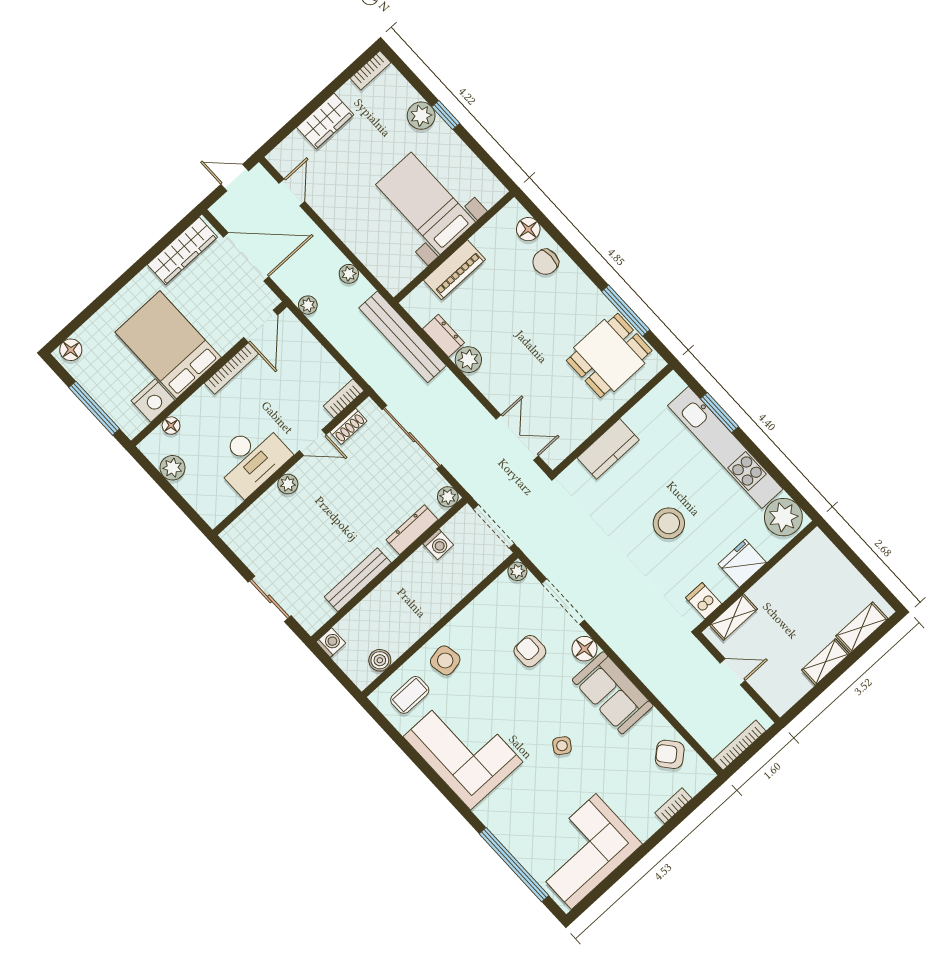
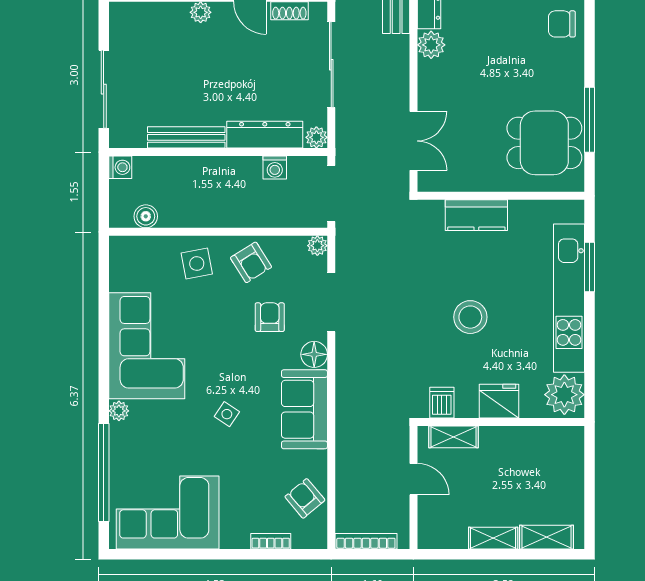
dresser: (412, 530) -> (265, 135), width x1.37, depth x1.24
sliding door: (270, 599) -> (104, 89), width x1.37
armchair: (482, 625) -> (251, 262), added
coffee table: (410, 695) -> (144, 265), removed
plant: (485, 812) -> (119, 411), added

